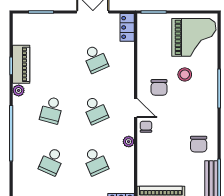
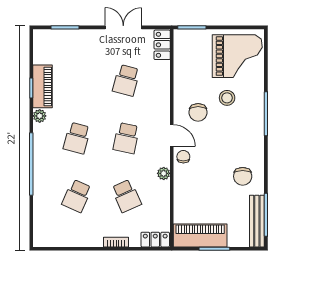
school desk: (95, 59) -> (126, 80), turned 39
school desk: (95, 110) -> (126, 138), turned 36

